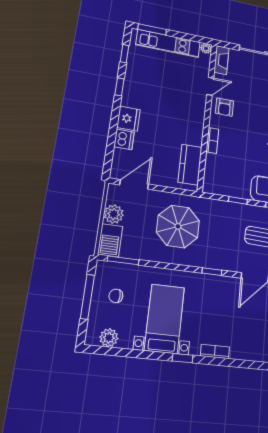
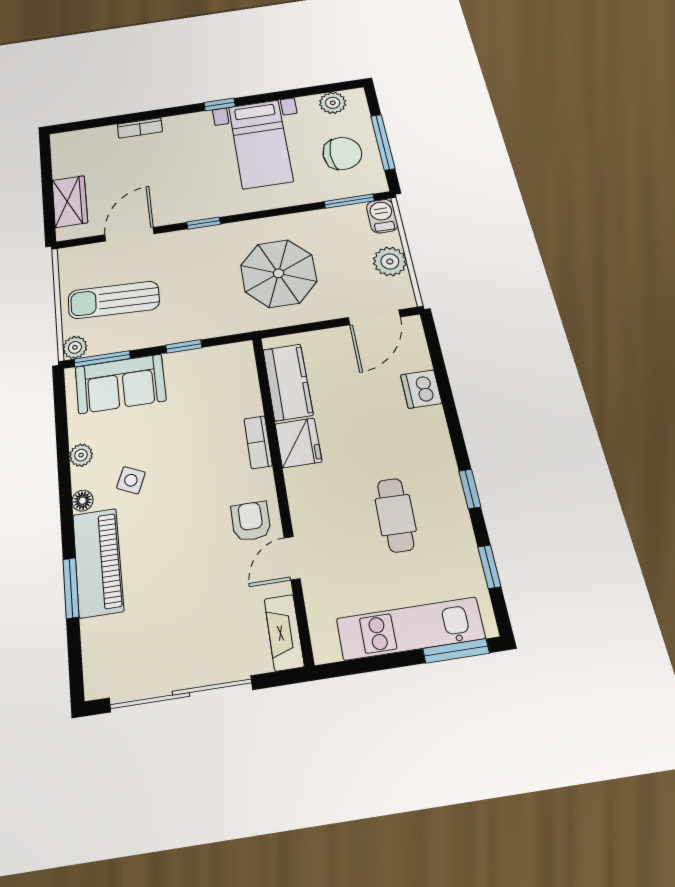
plant: (206, 48) -> (326, 649), removed
cafe table: (158, 88) -> (396, 515), added
fridge: (128, 119) -> (298, 443), moved, turned 180
barbecue: (110, 240) -> (382, 216), width x0.73, depth x0.79
chair: (116, 296) -> (342, 153), width x1.87, depth x1.87
bookcase: (215, 352) -> (140, 128), moved

